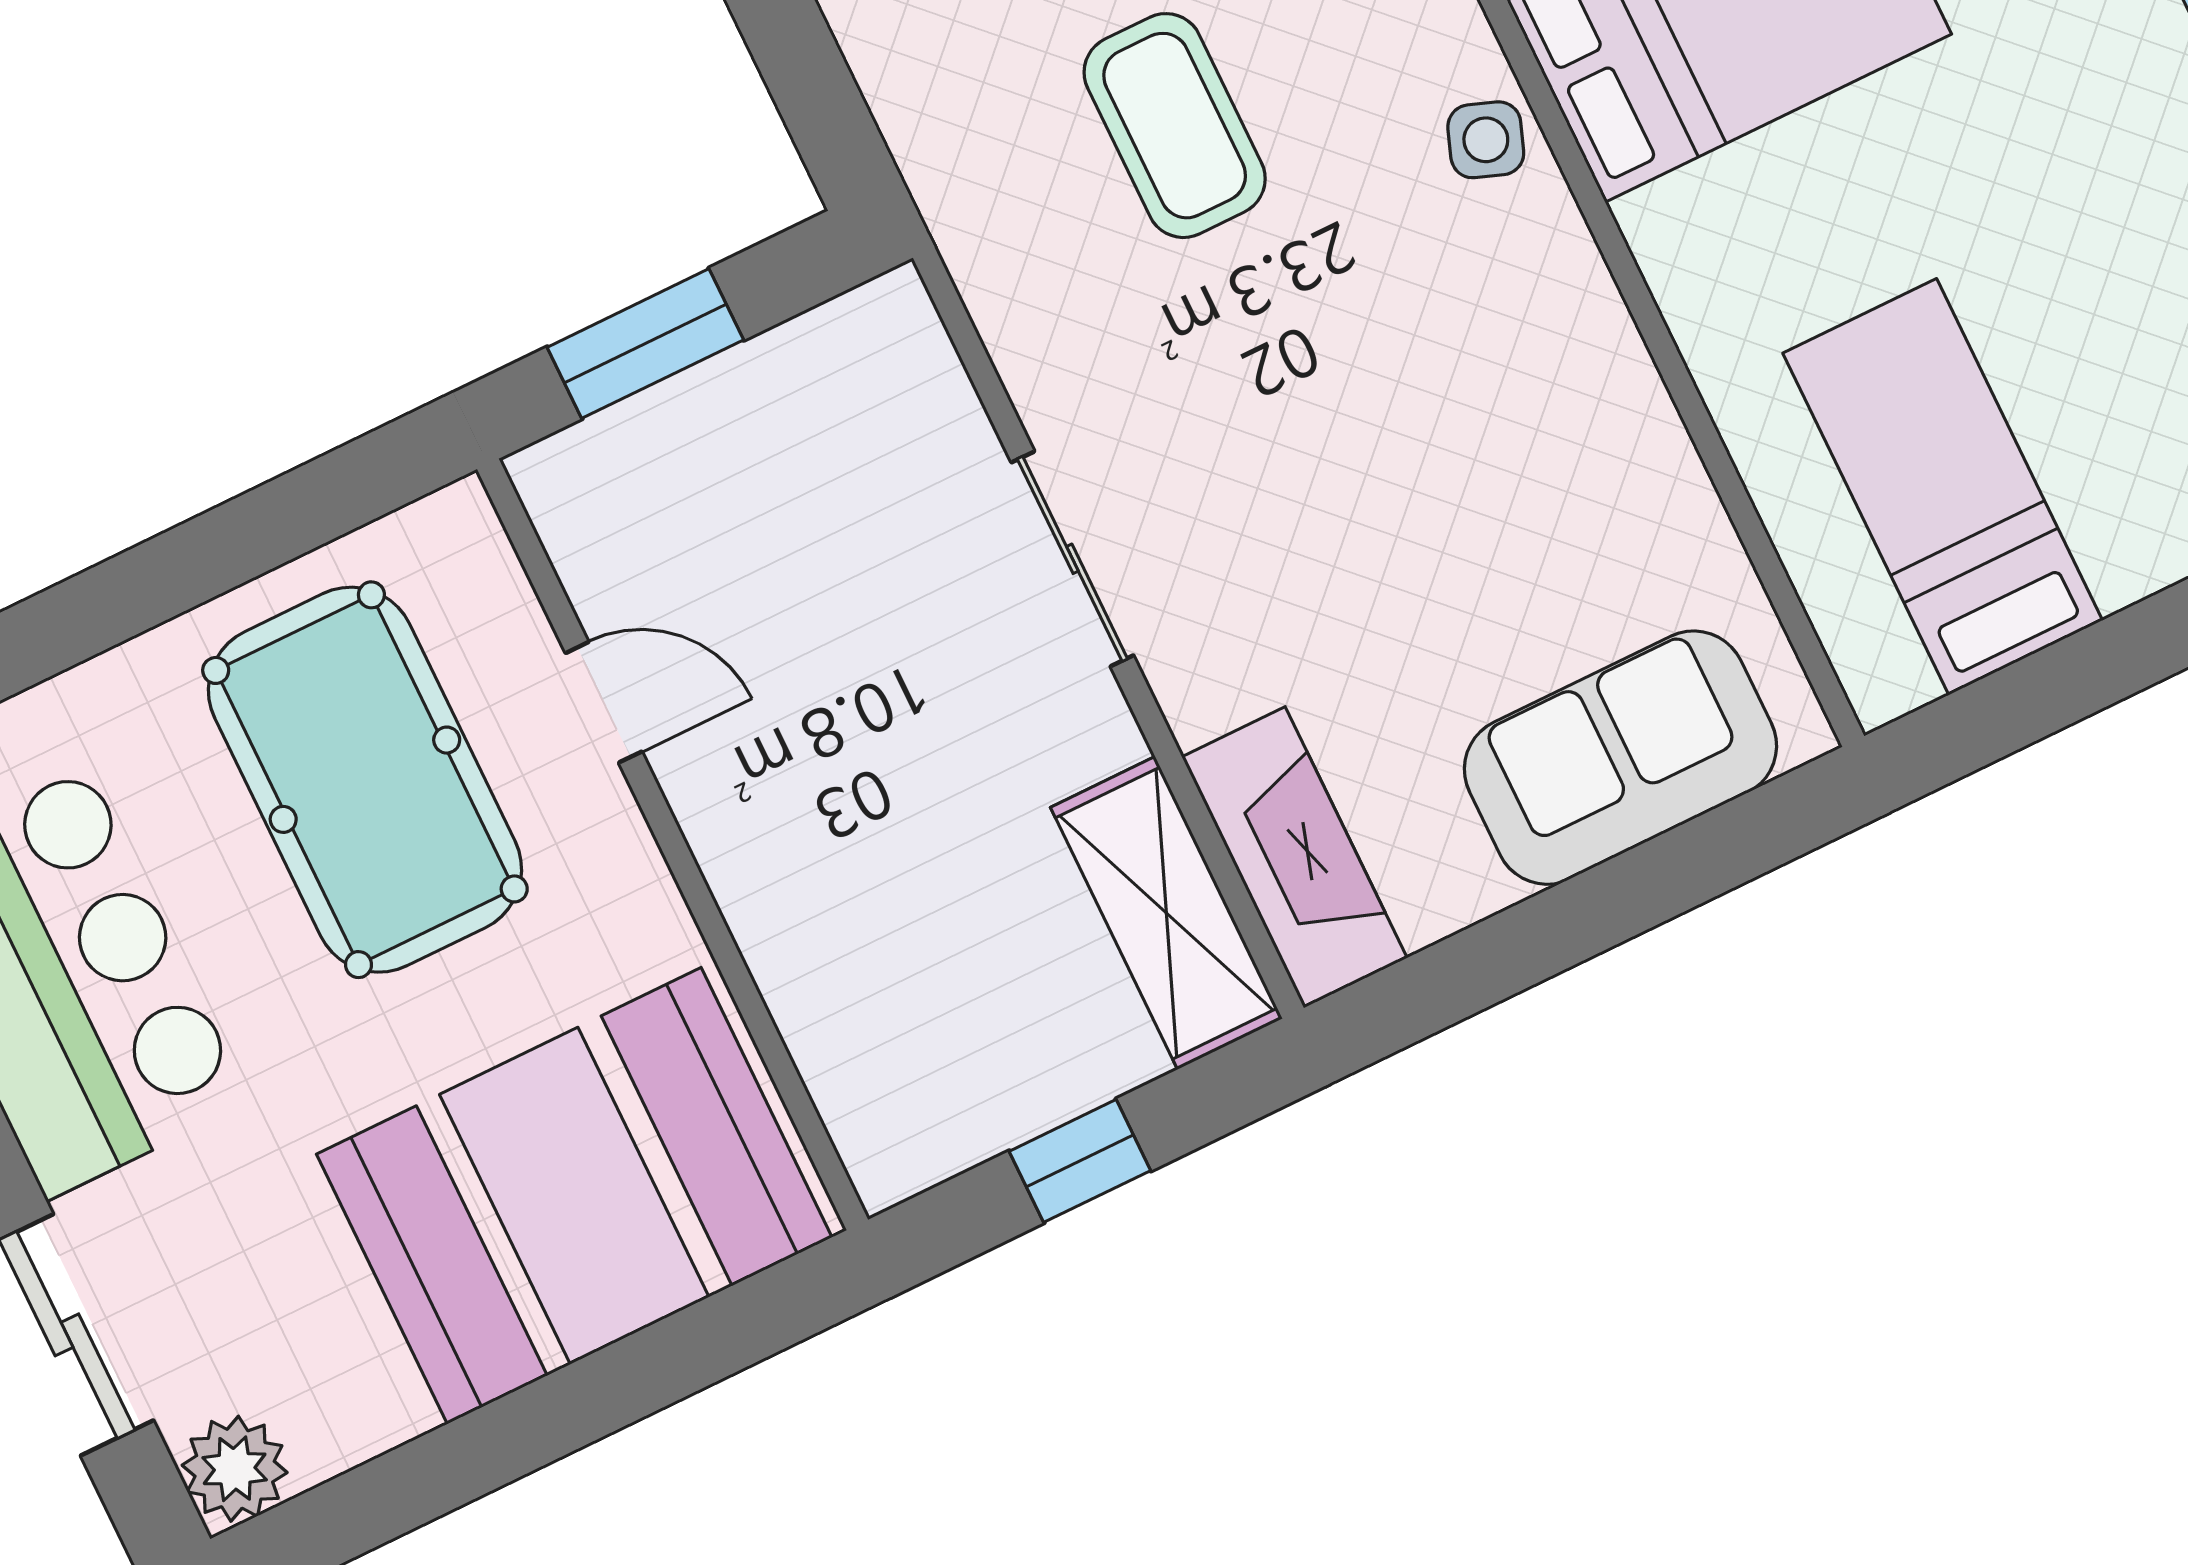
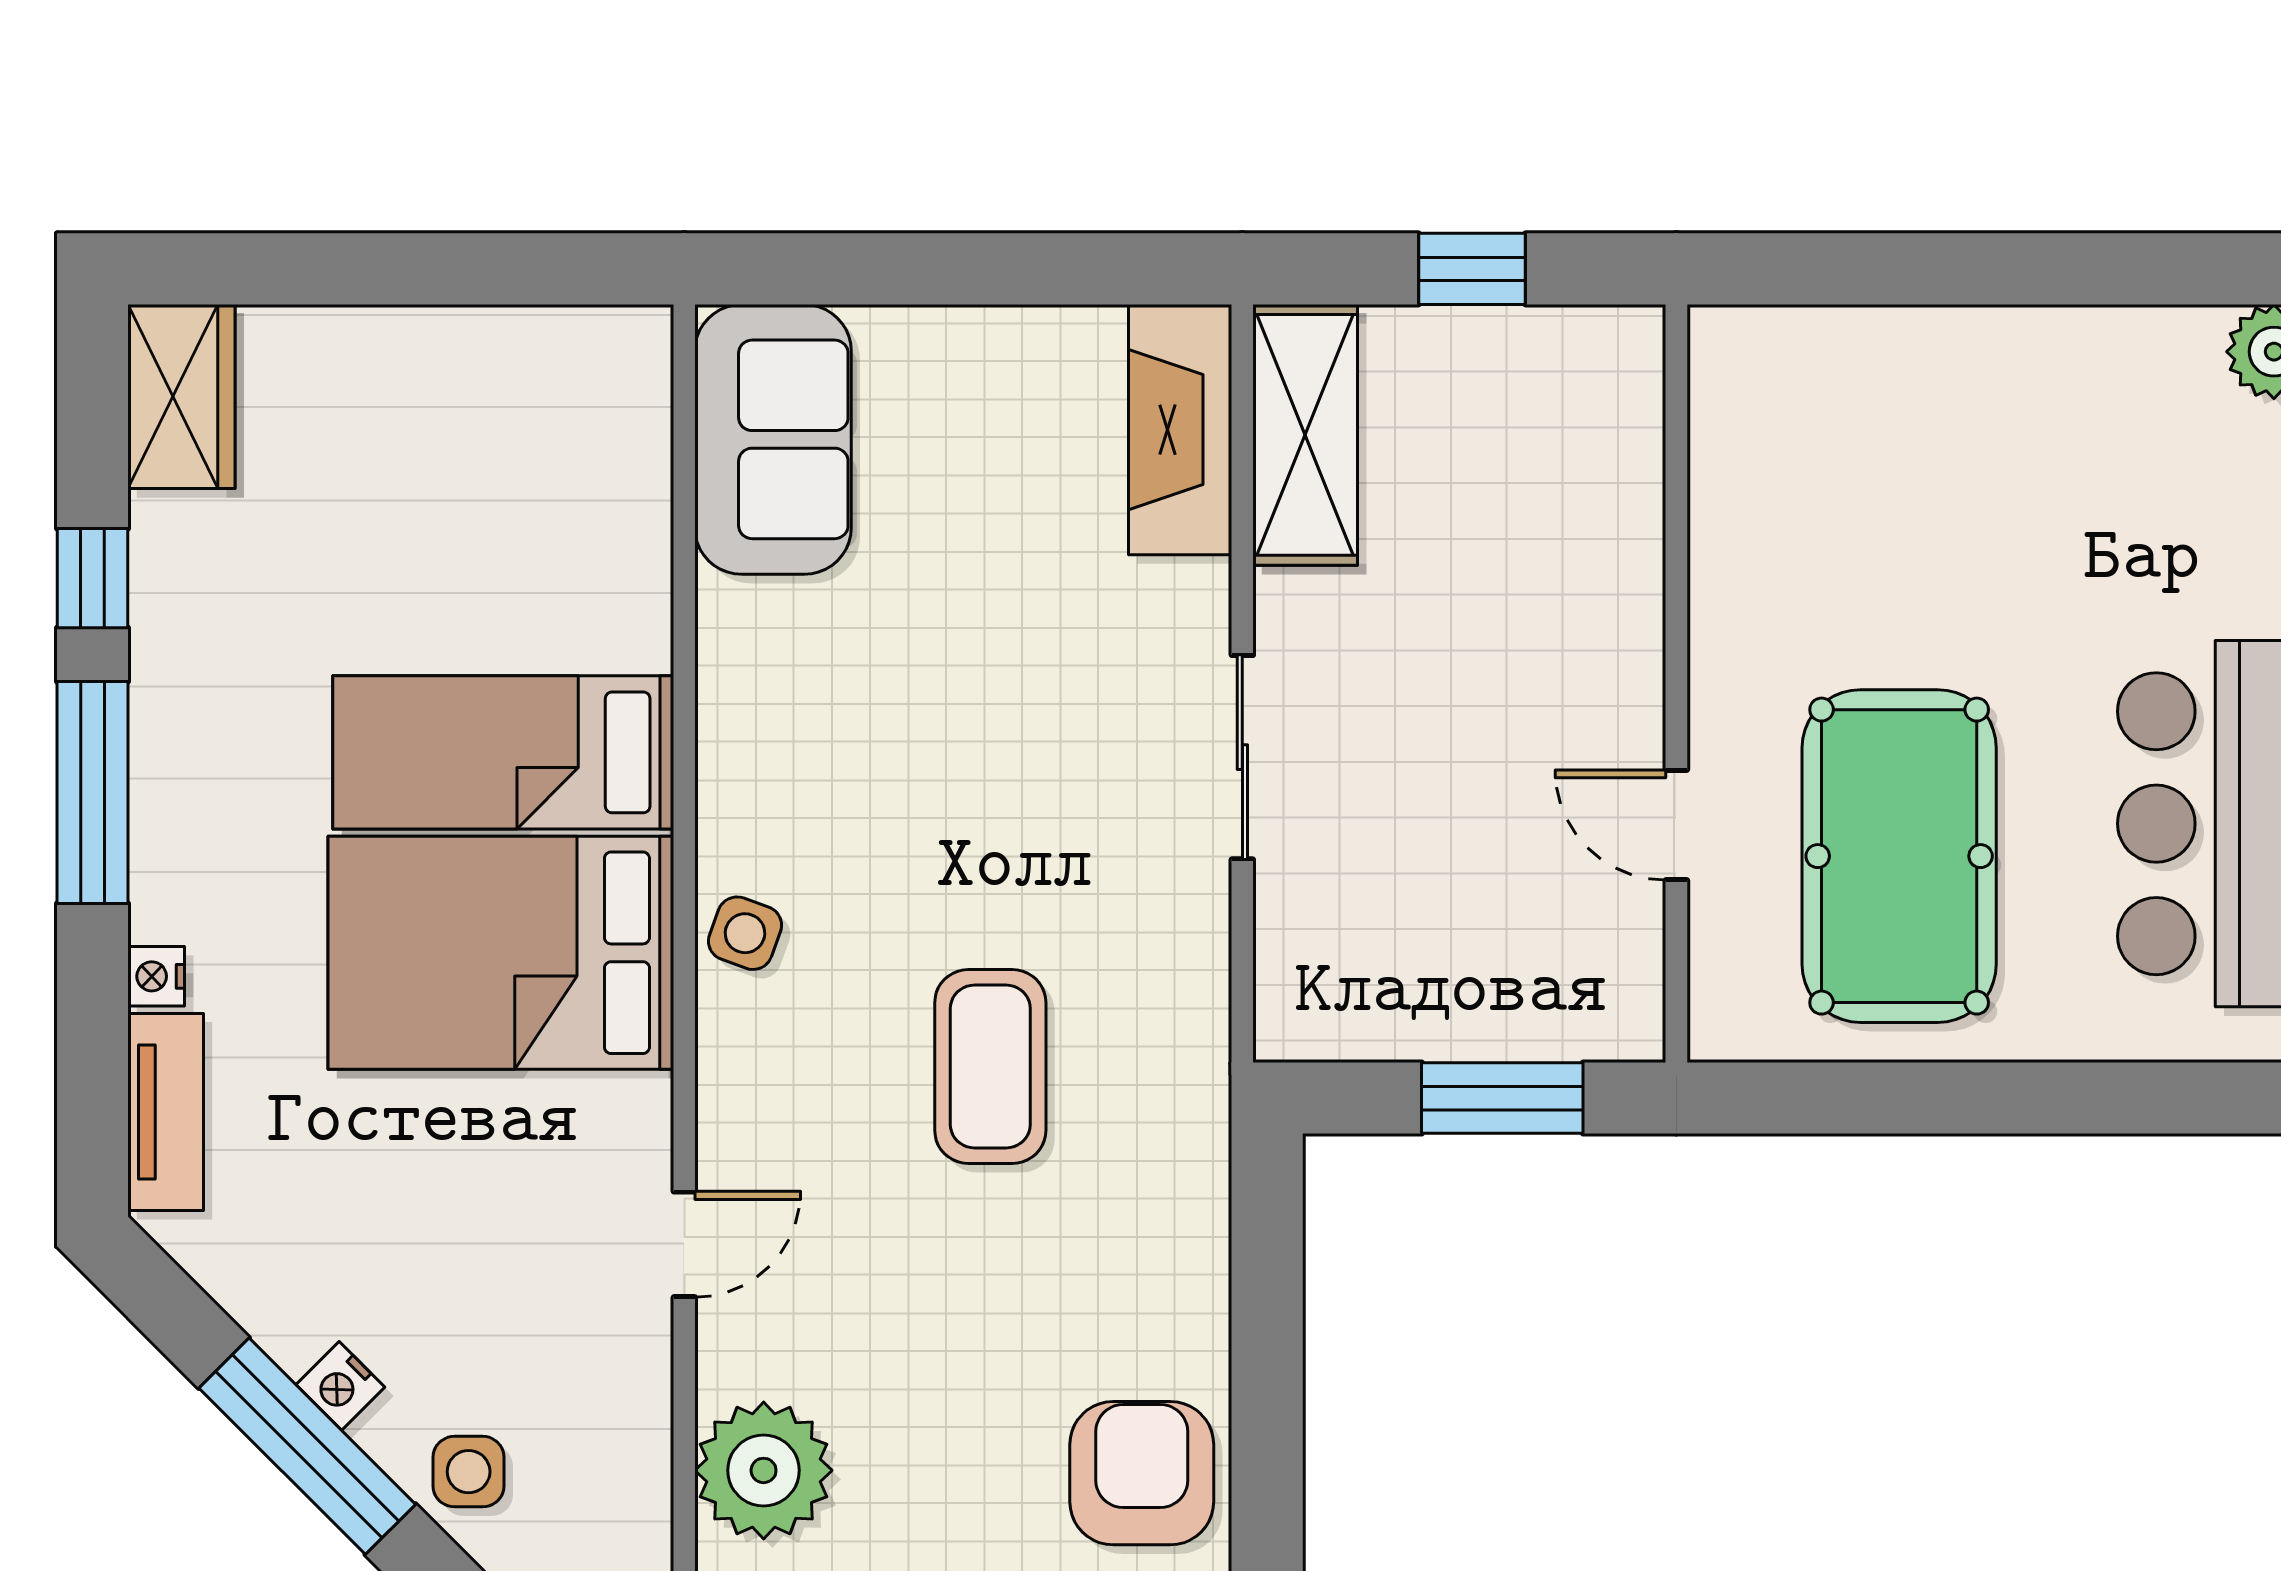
bed: (1943, 487) -> (503, 752), moved, turned 90
sofa: (1620, 758) -> (773, 439), moved, turned -90
booth: (574, 1196) -> (1893, 439), removed

